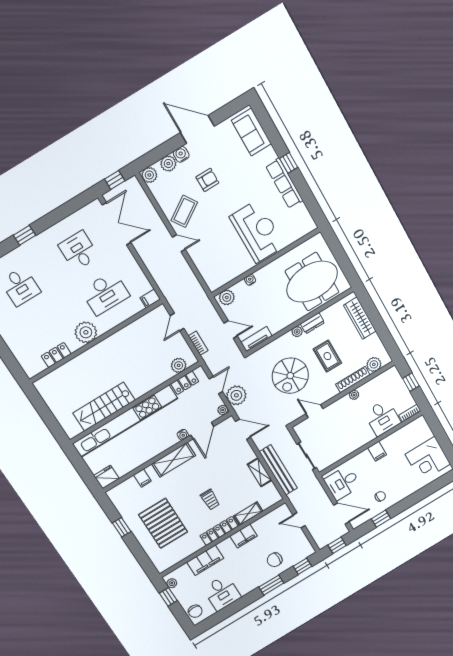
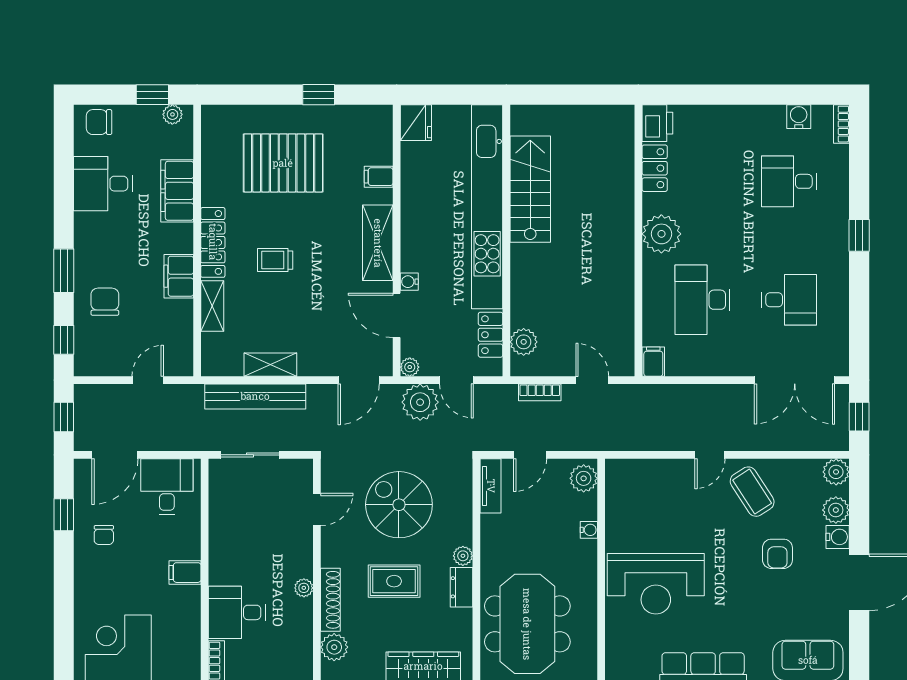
printer: (34, 367) -> (657, 123), added

